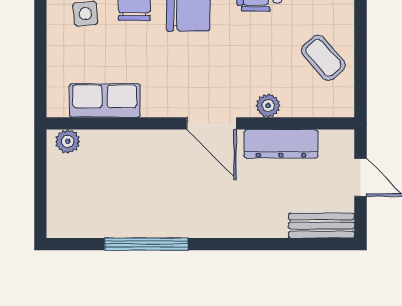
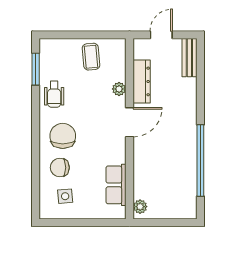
coffee table: (323, 58) -> (91, 57), turned -54
window: (146, 244) -> (200, 161), width x1.46

